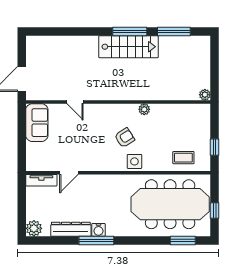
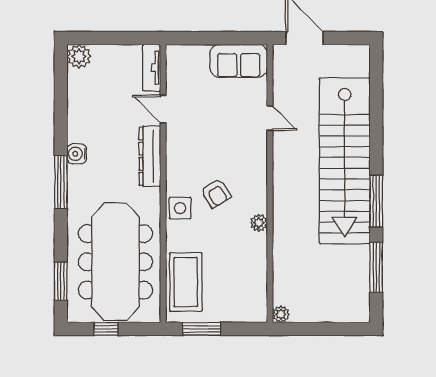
stairs: (129, 47) -> (345, 161), width x1.86, depth x1.51
door: (75, 102) -> (270, 118), swing flipped
window: (215, 147) -> (202, 329), width x1.50
coffee table: (183, 158) -> (186, 282), width x1.86, depth x1.72
dresser: (71, 229) -> (150, 156), moved, turned 180
window: (96, 240) -> (61, 182), moved

